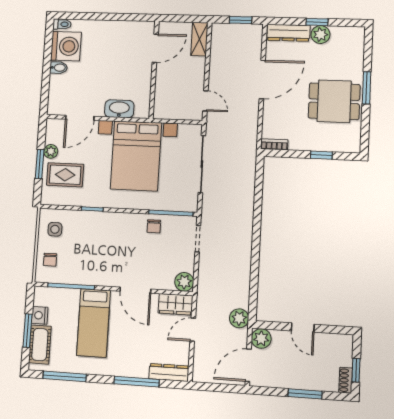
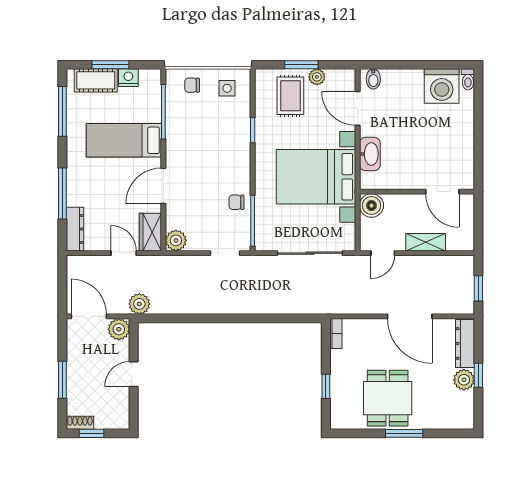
shelving: (199, 39) -> (426, 242), moved
bidet: (59, 68) -> (373, 79), moved
boiler: (164, 109) -> (371, 206), added

